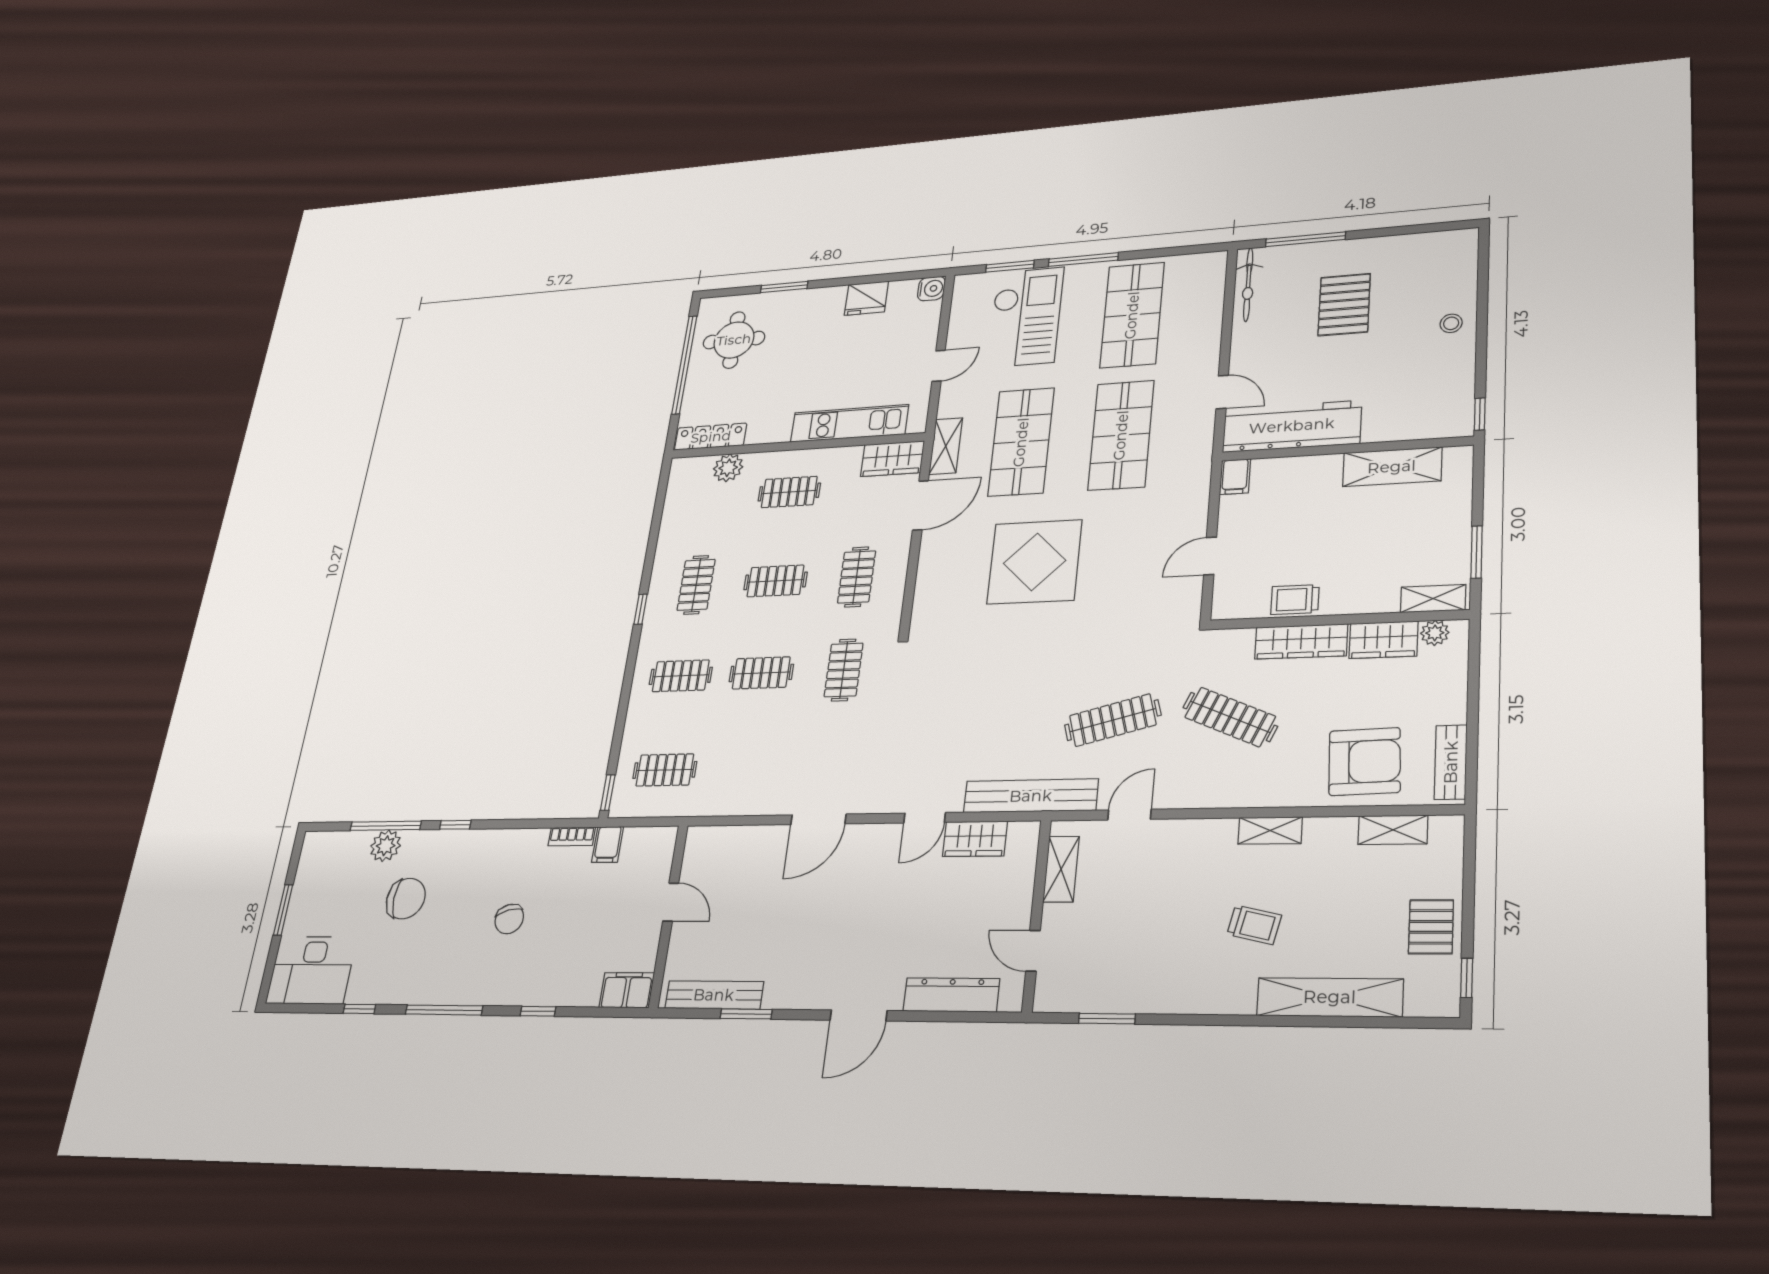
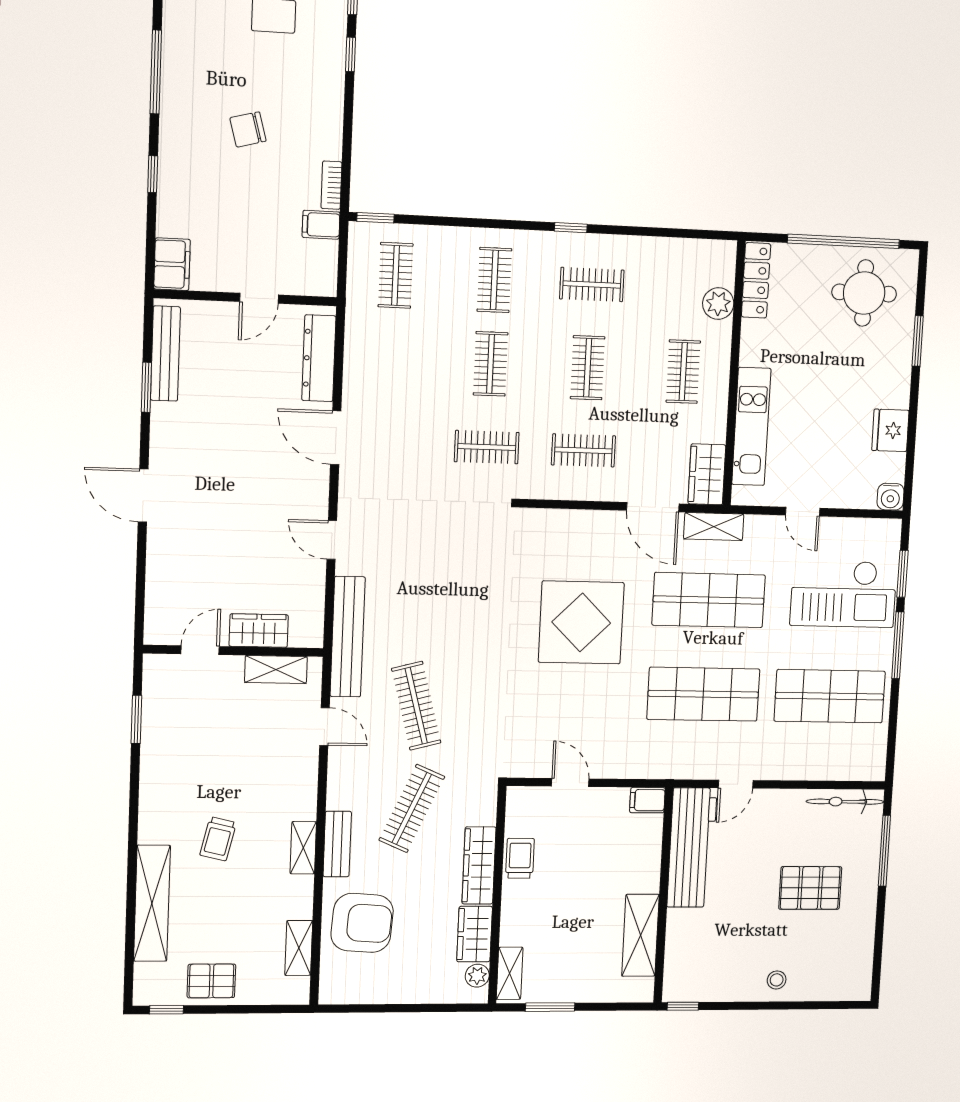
armchair: (1365, 762) -> (362, 923), turned -84
bench: (1451, 762) -> (337, 844), moved, turned 90
wardrobe: (975, 839) -> (259, 631), moved, turned 90
dresser: (951, 995) -> (319, 358), moved, turned 180

